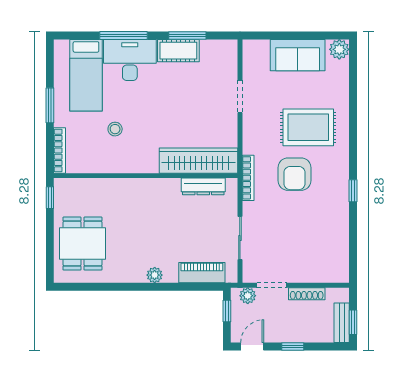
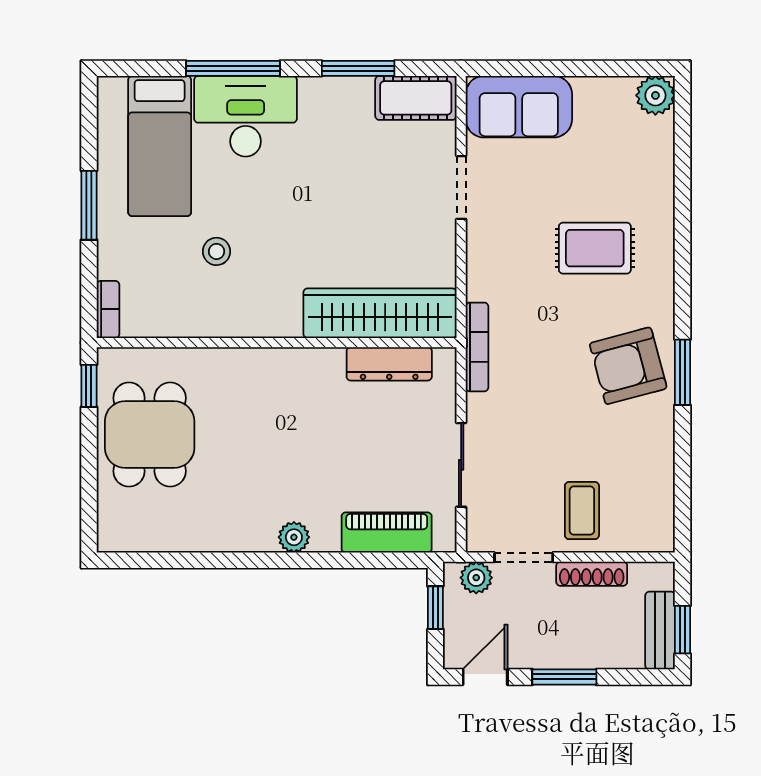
cot: (178, 51) -> (416, 98), moved
sofa: (298, 55) -> (519, 107), moved
rug: (308, 127) -> (595, 248), width x0.73, depth x0.70
bookcase: (60, 150) -> (108, 309), width x0.64
armchair: (294, 174) -> (628, 366), moved, turned 75
window: (353, 191) -> (682, 372), width x1.50
dining table: (82, 244) -> (150, 435), moved
coffee table: (302, 261) -> (582, 511), added
window: (293, 346) -> (564, 677), width x1.50

